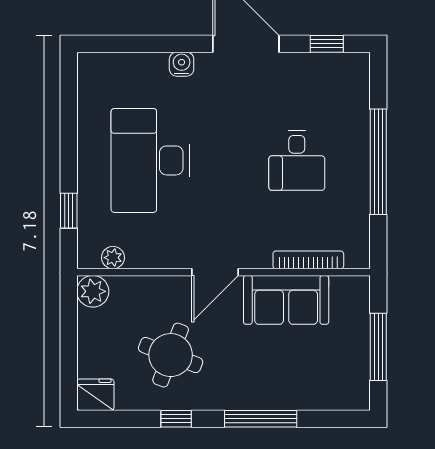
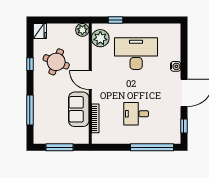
window: (378, 162) -> (152, 147), moved
plant: (113, 258) -> (100, 38), width x1.87, depth x1.87
window: (261, 419) -> (30, 110), moved

